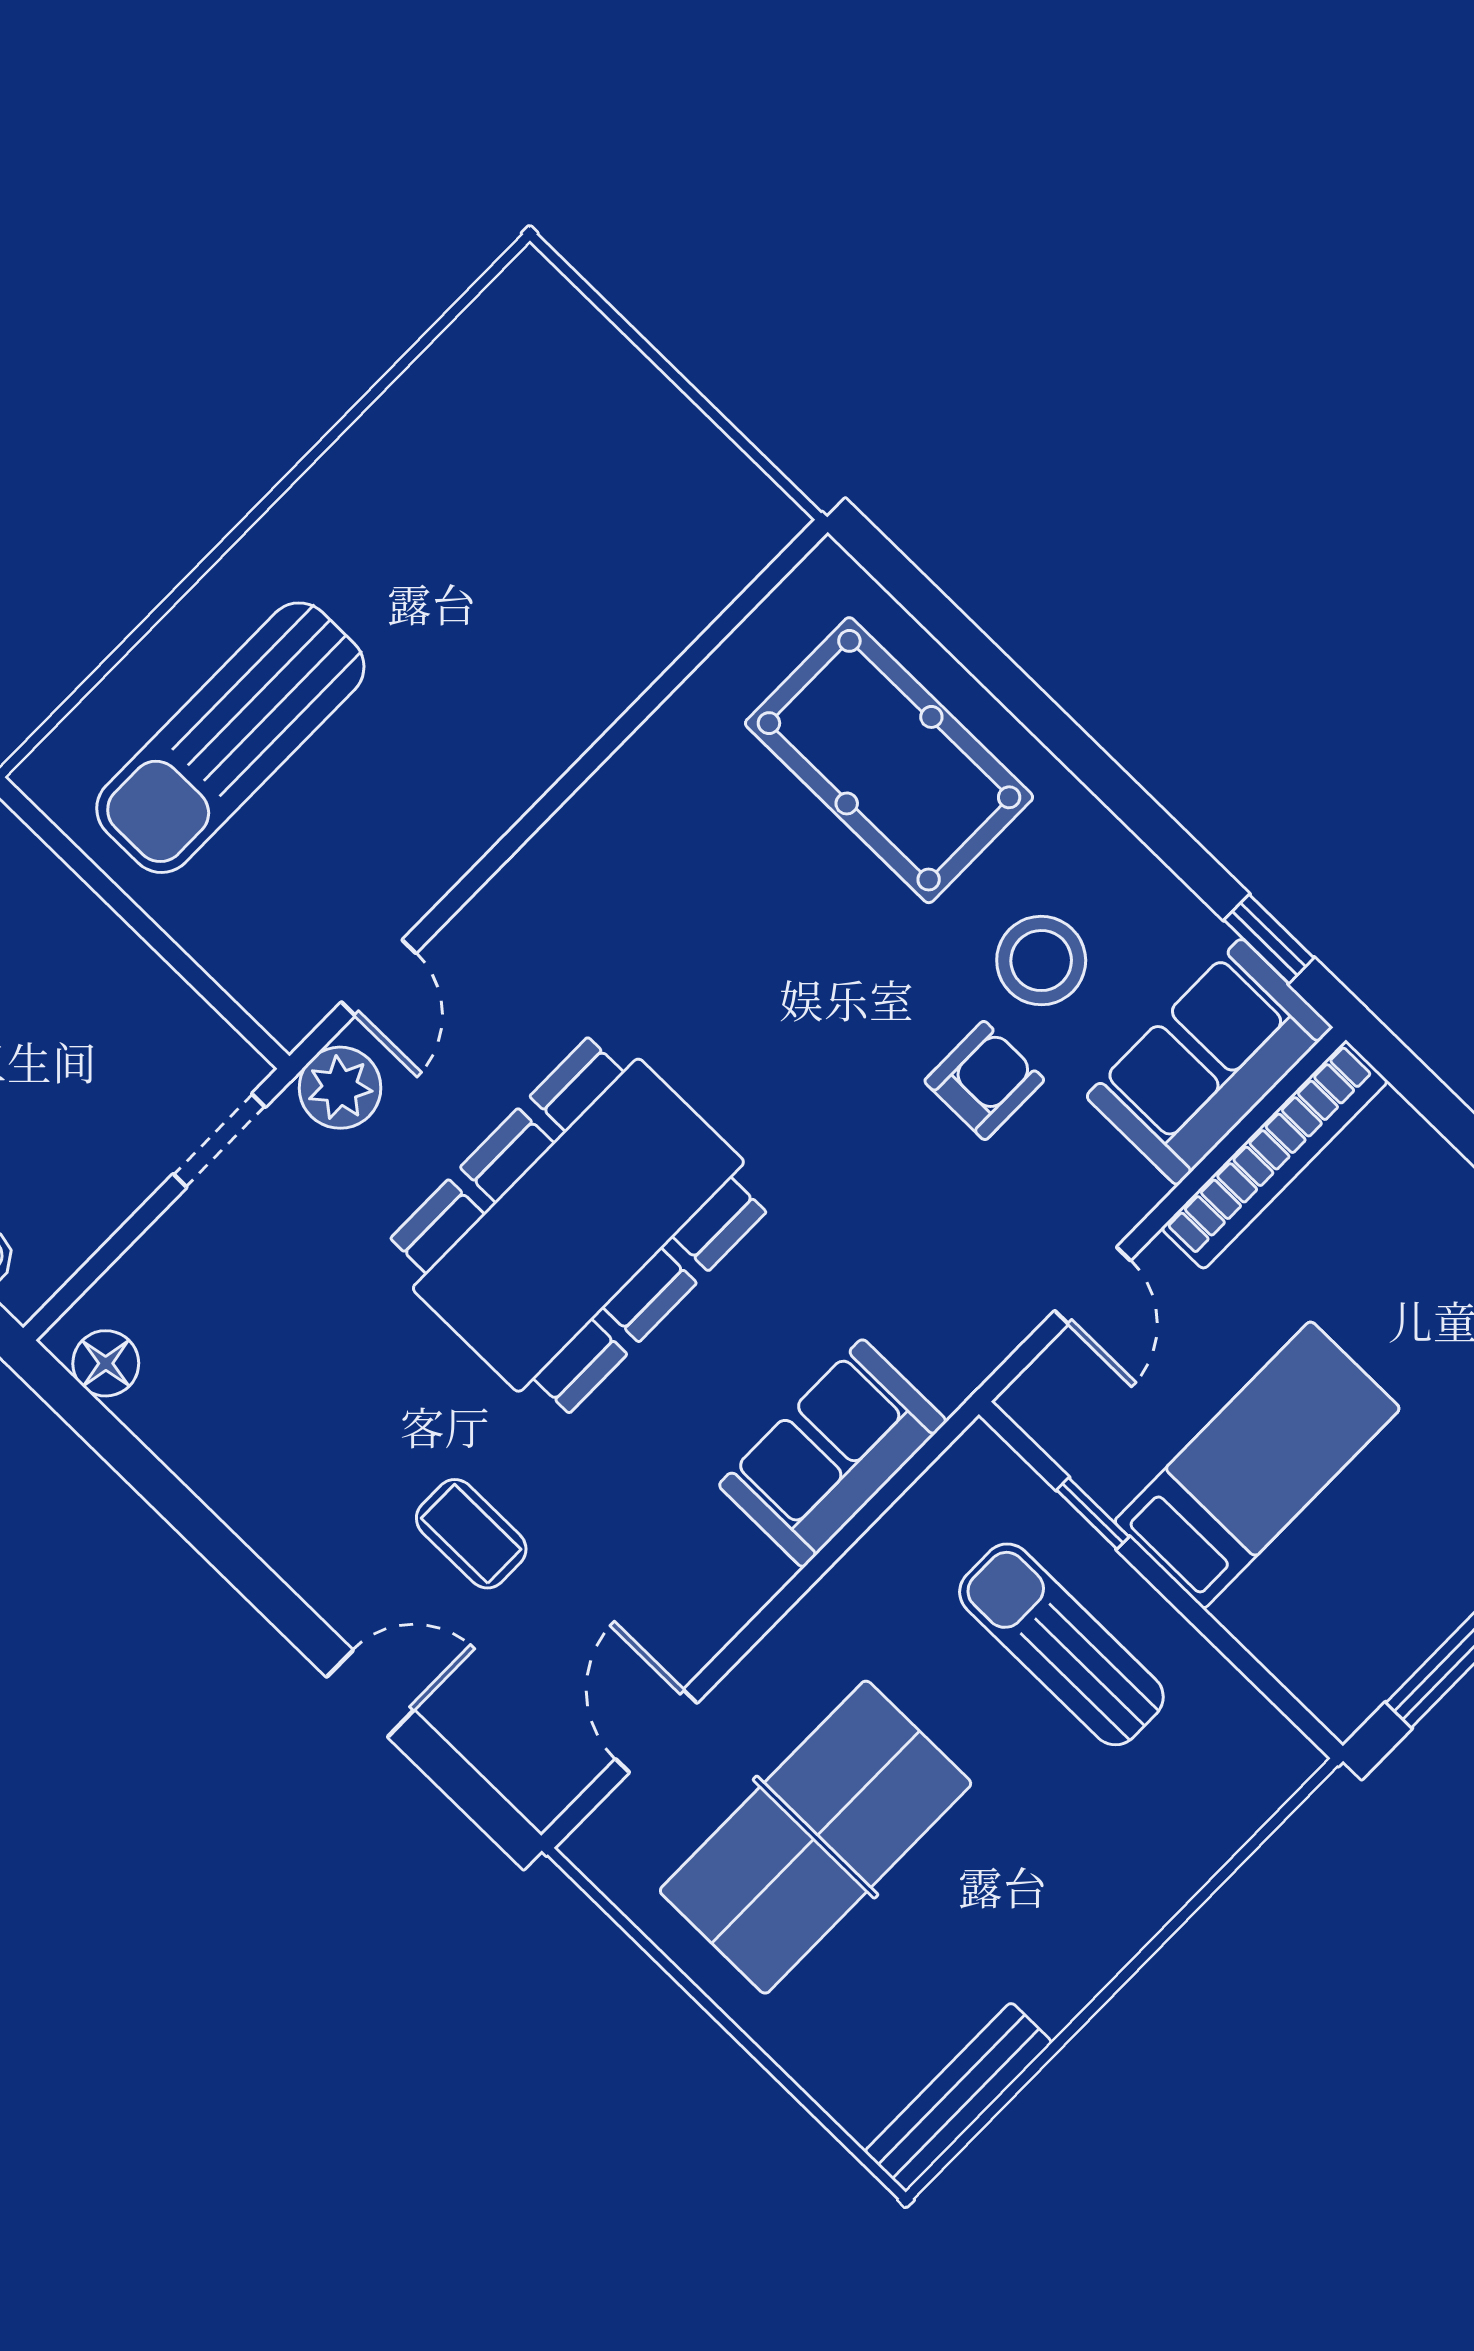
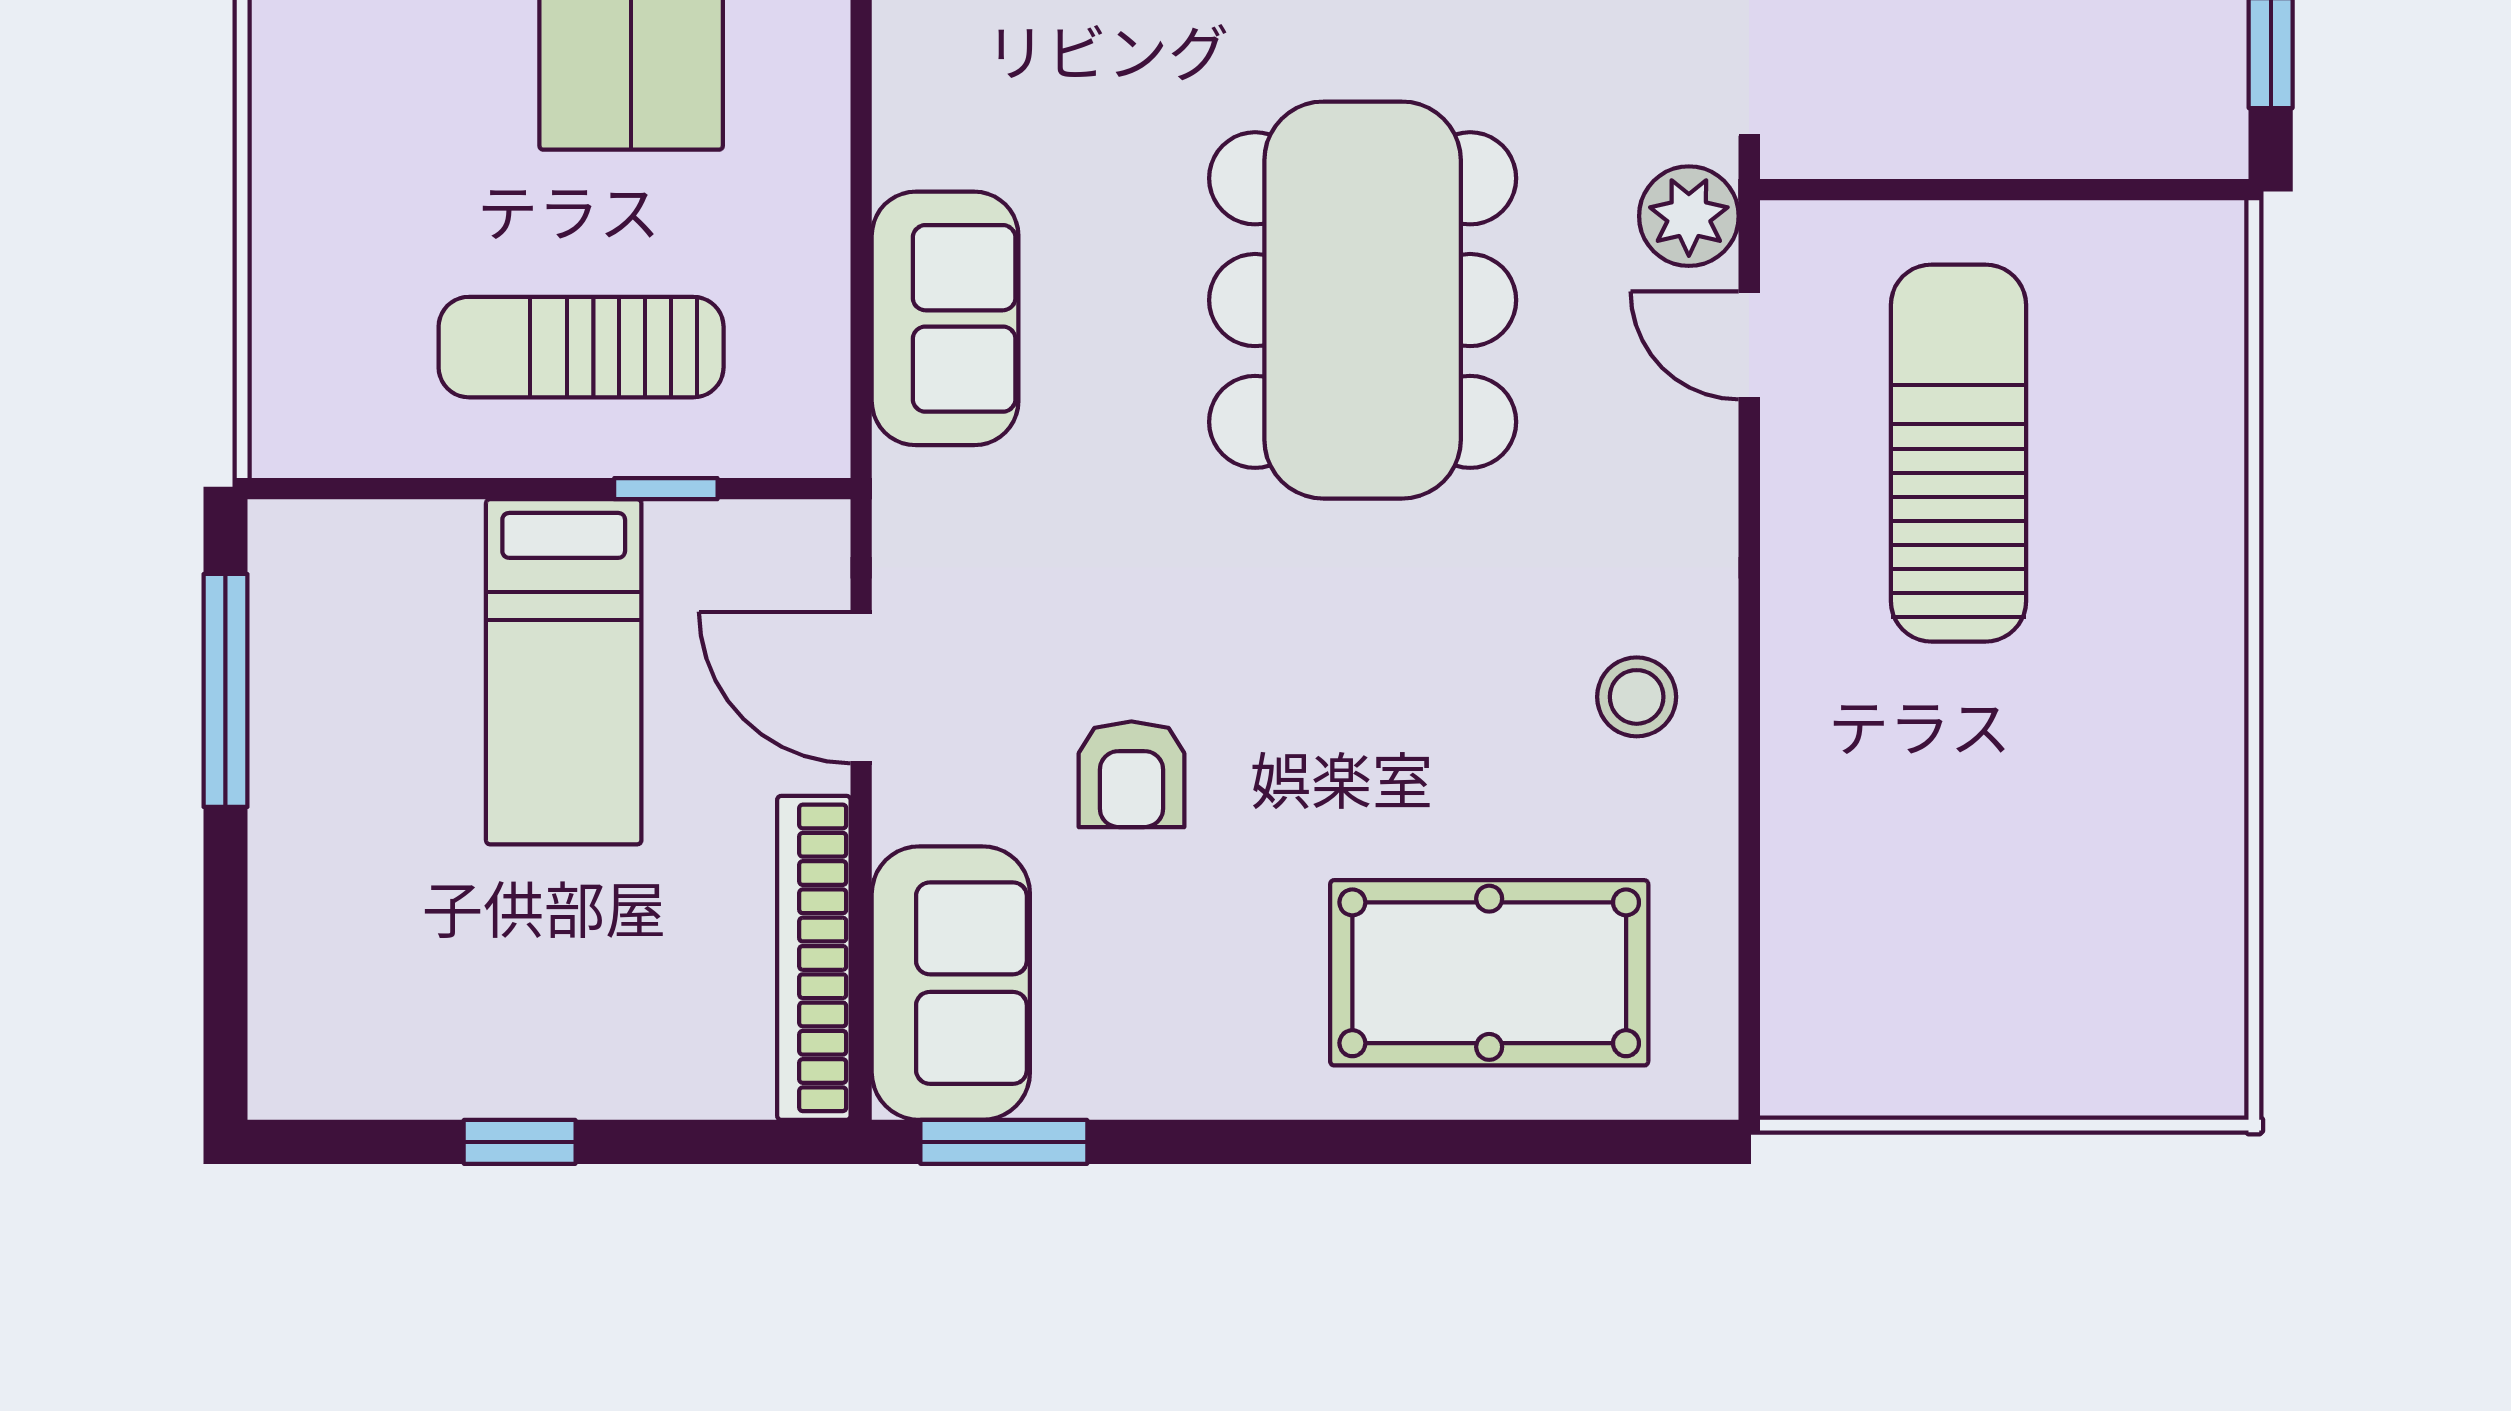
sun lounger: (230, 738) -> (1958, 453), moved
window: (1269, 939) -> (1004, 1142), width x1.50
stool: (1041, 961) -> (1637, 697), moved, width x0.73, depth x0.73
door: (1092, 1286) -> (861, 687), width x1.38
sun lounger: (1061, 1644) -> (581, 347), turned 180

